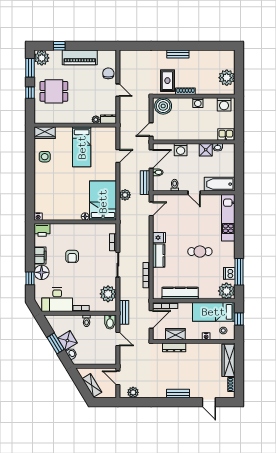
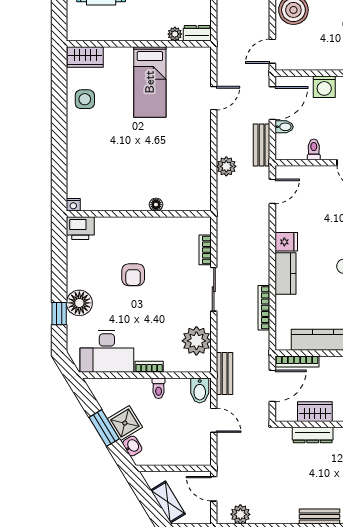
bed: (103, 201) -> (188, 176), removed
filing cabinet: (40, 255) -> (77, 273), removed

